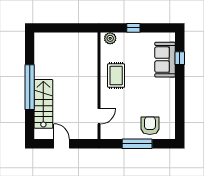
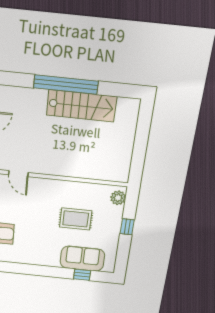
rug: (116, 76) -> (76, 219), moved
stairs: (43, 104) -> (82, 106), moved

